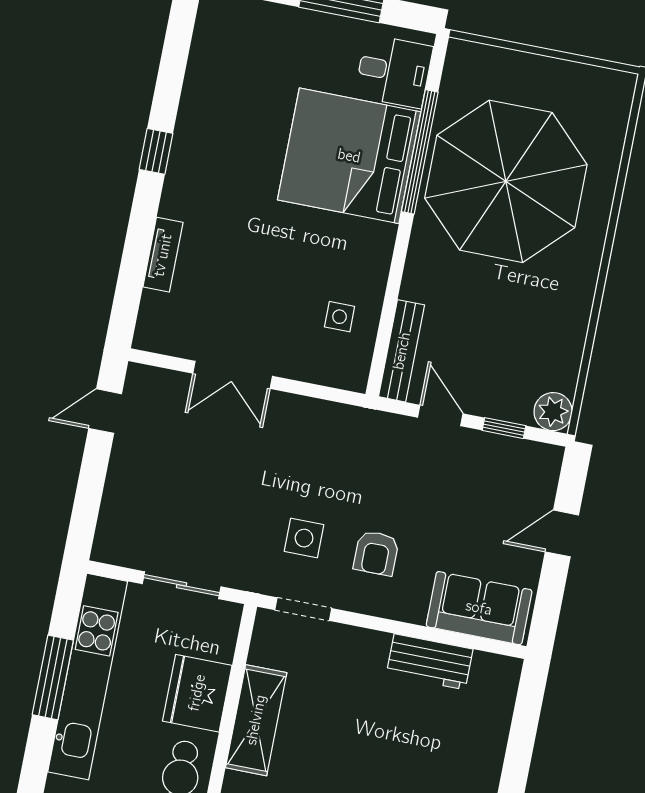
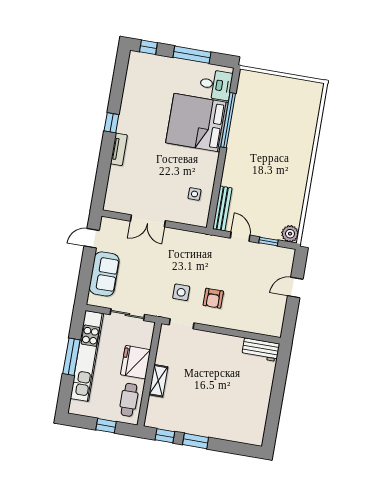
parasol: (506, 181) -> (267, 132), removed
tv unit: (163, 255) -> (119, 149), moved
sofa: (479, 608) -> (104, 274), moved, turned 90
workbench: (430, 662) -> (261, 350), moved
shelving: (256, 720) -> (158, 381), width x0.67, depth x0.75

